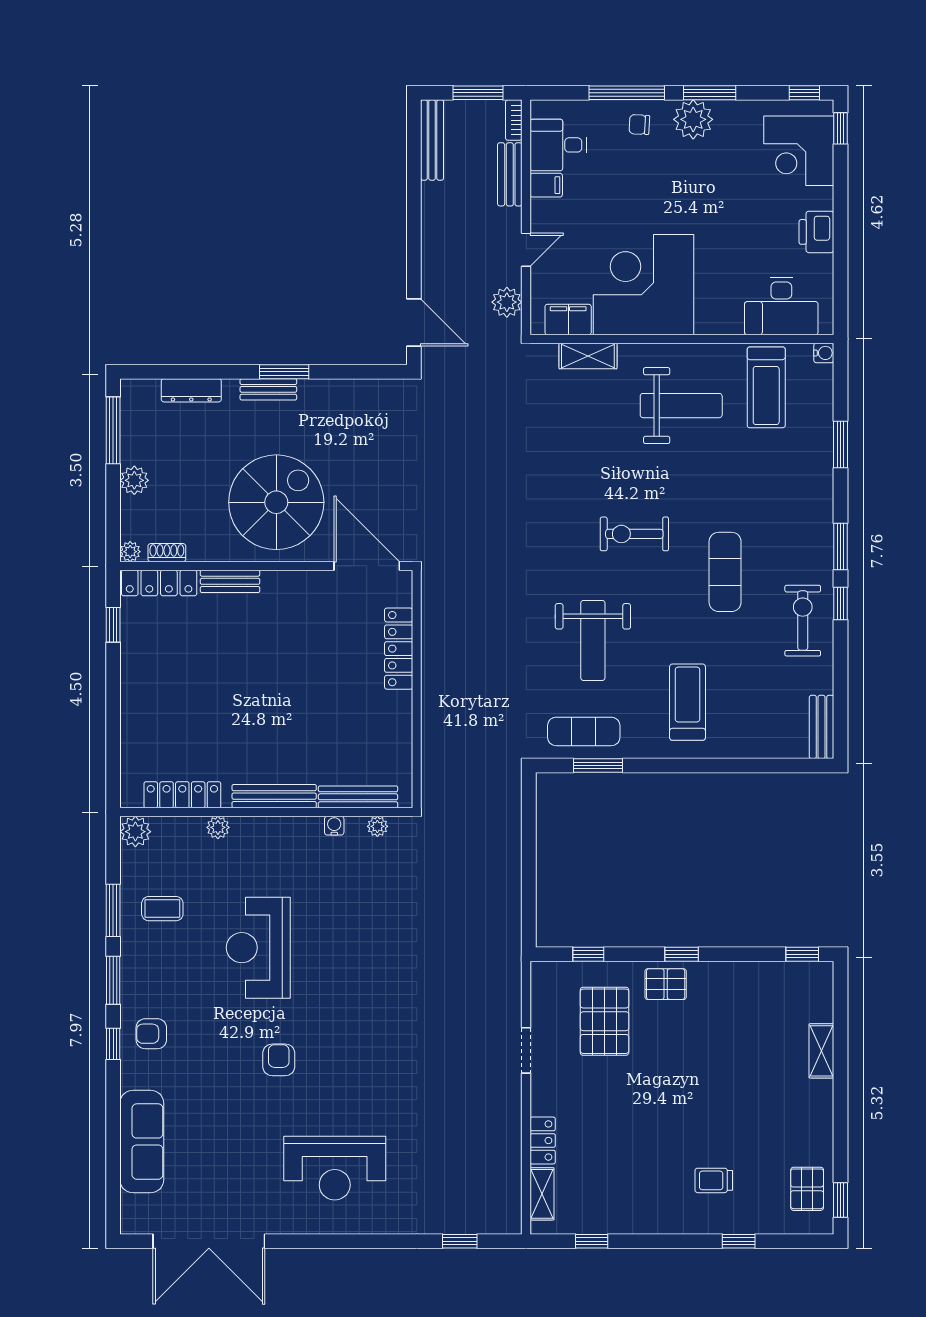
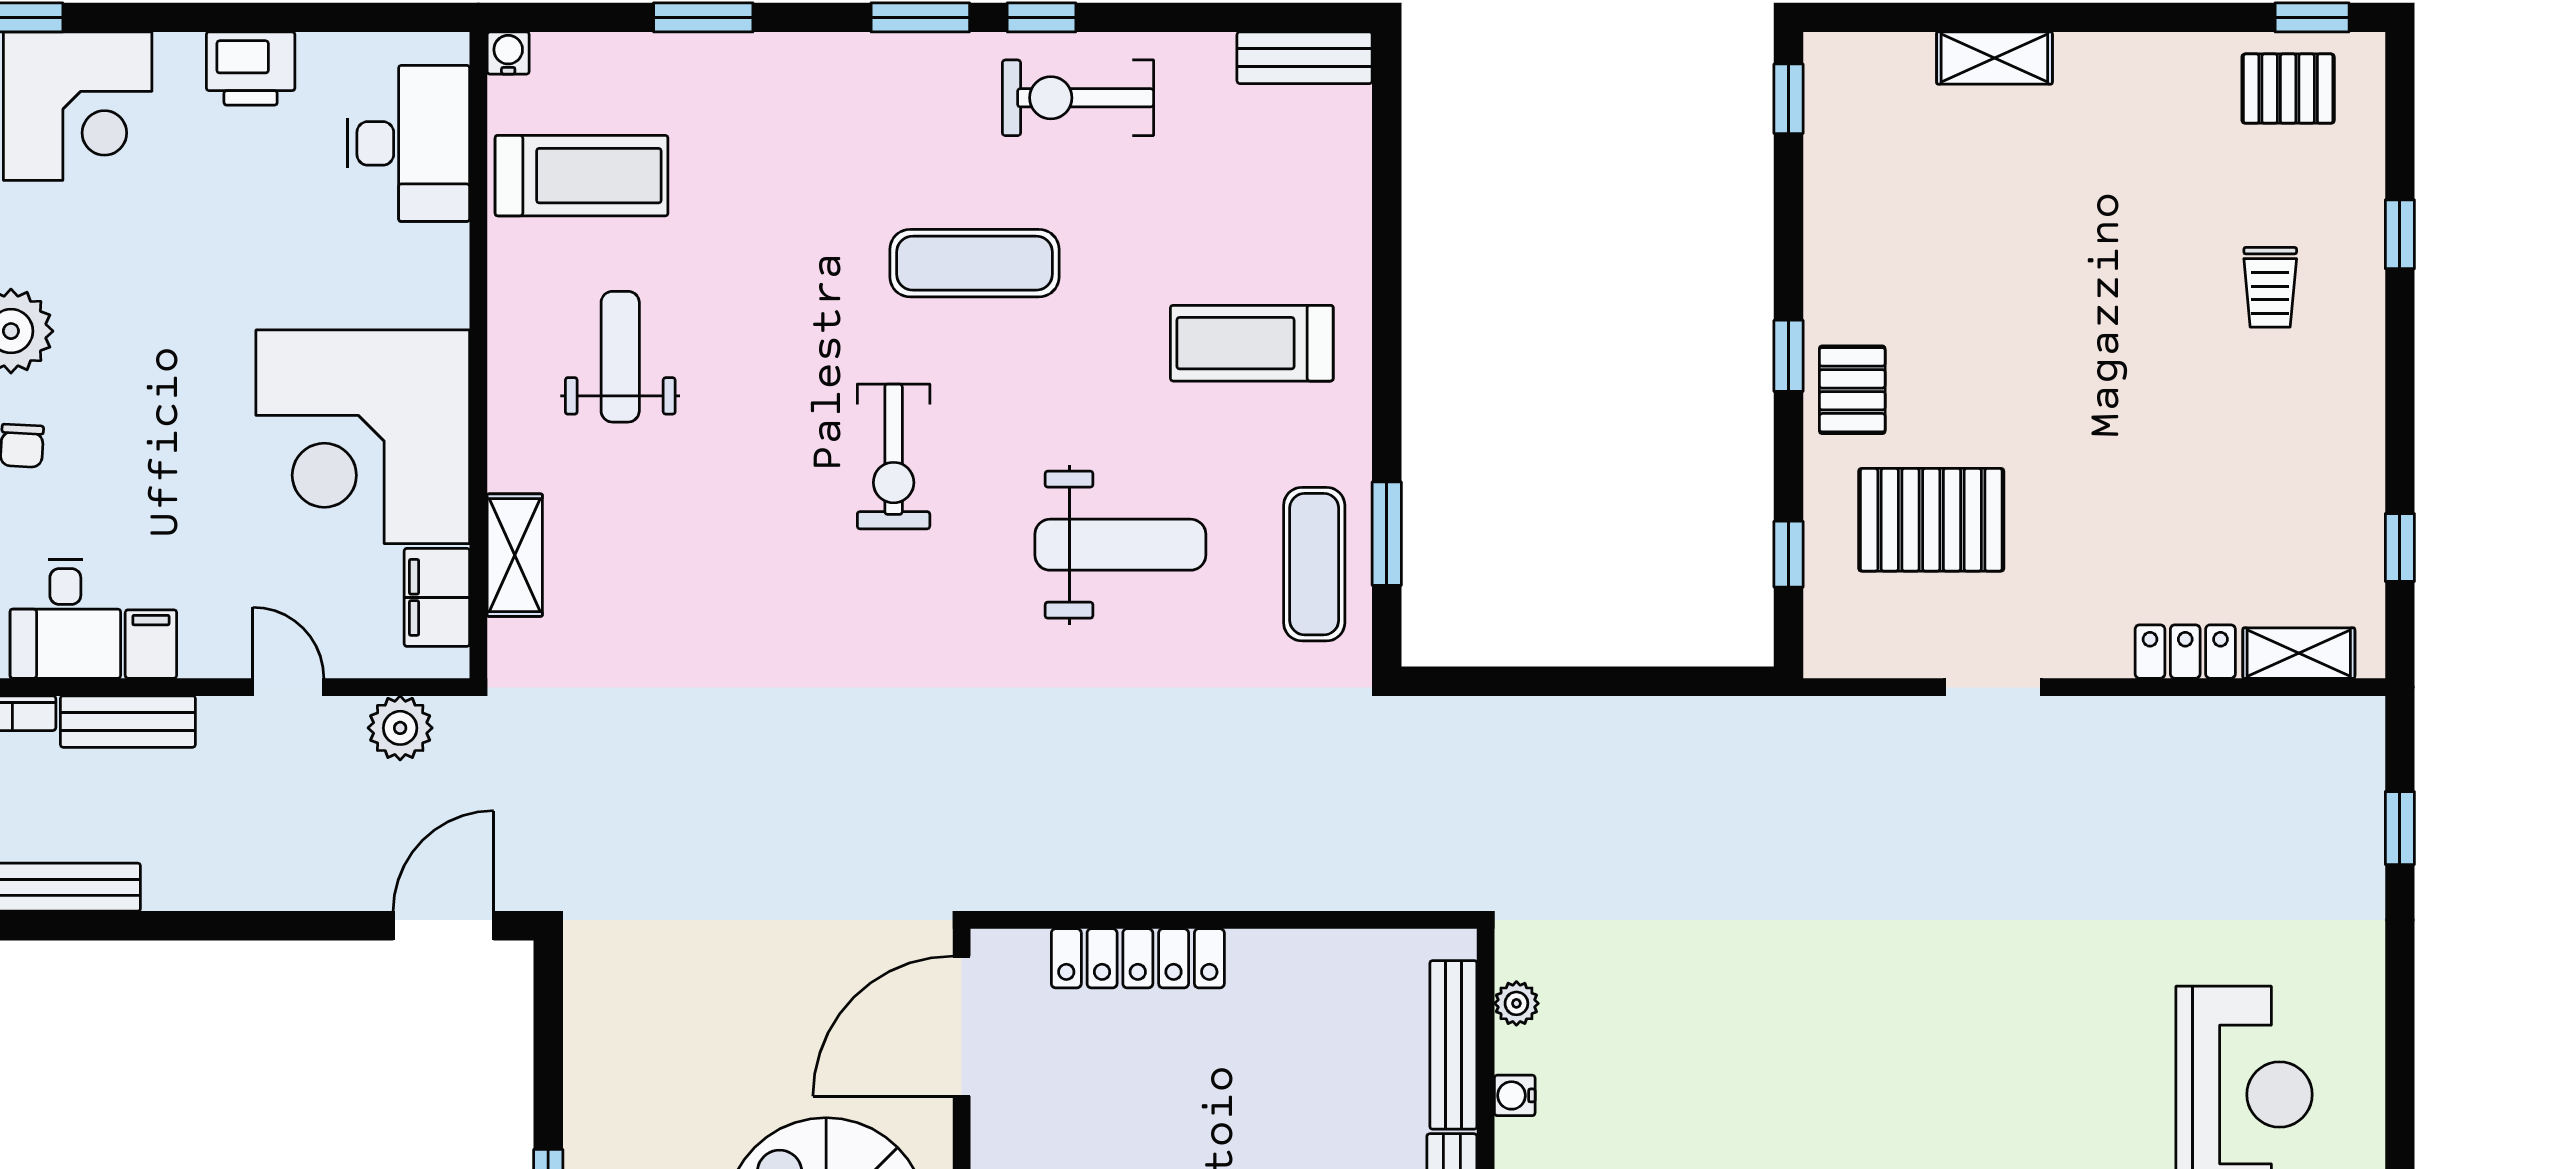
weight bench: (681, 406) -> (620, 357), width x0.73, depth x0.75

